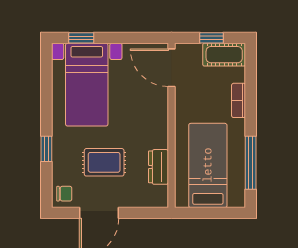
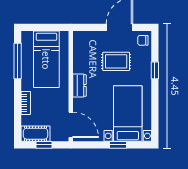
window: (81, 38) -> (118, 145), moved
dresser: (159, 167) -> (80, 85), moved

